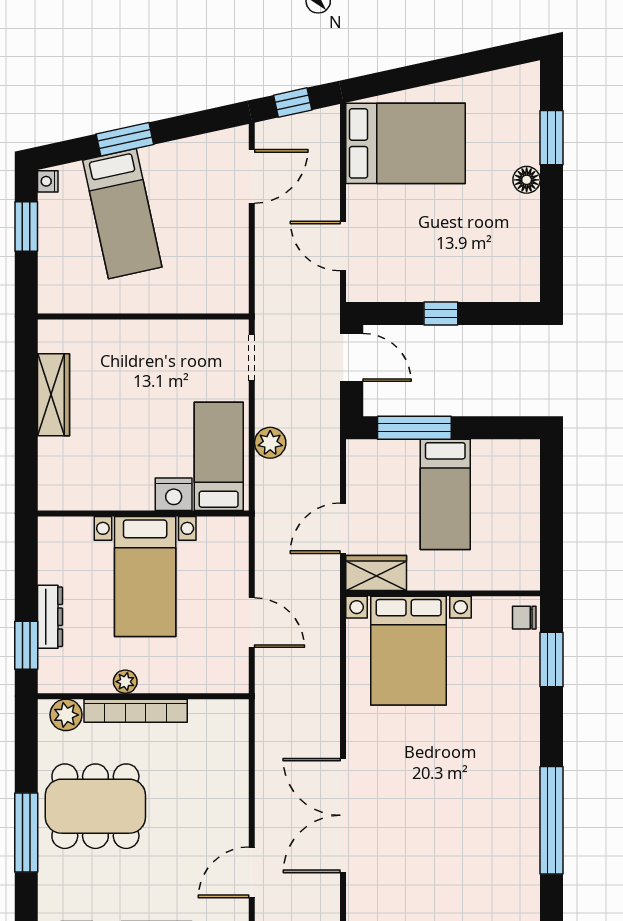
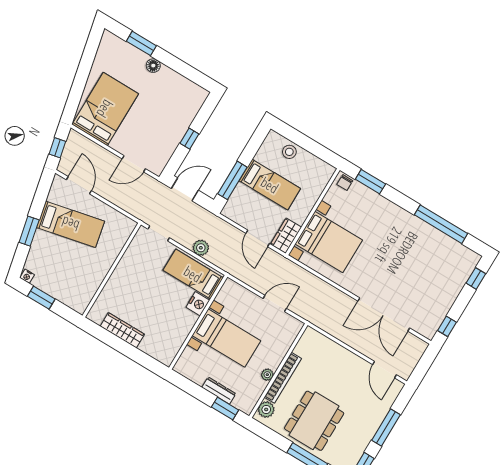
bed: (122, 214) -> (70, 224), moved
stool: (520, 494) -> (289, 152), added

